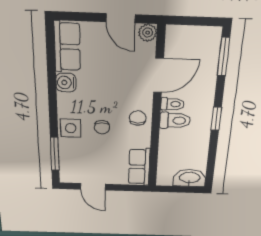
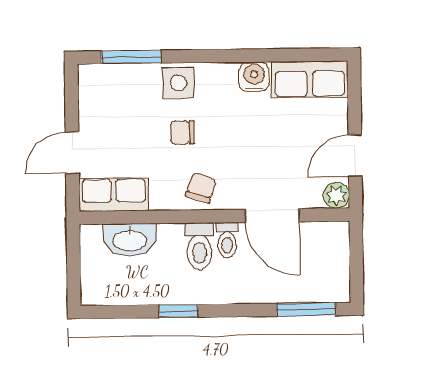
chair: (138, 118) -> (201, 188), turned -71
window: (216, 119) -> (178, 311), moved
washbasin: (190, 178) -> (130, 240), moved, turned 90
door: (93, 187) -> (72, 153), moved

